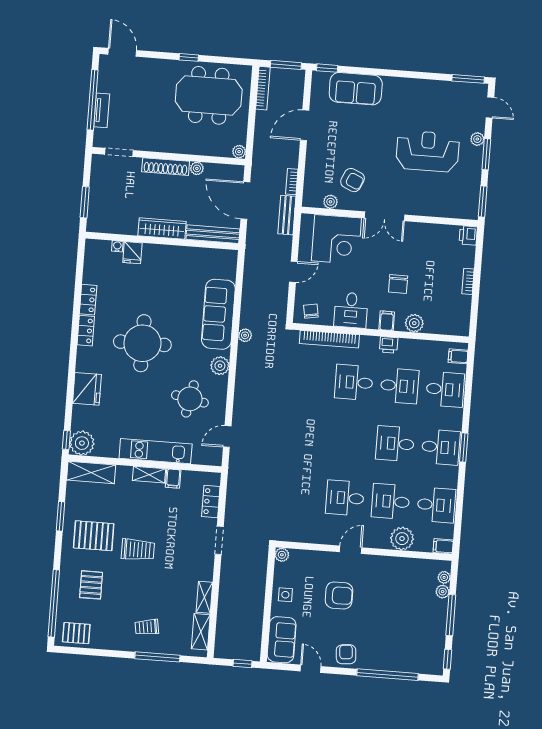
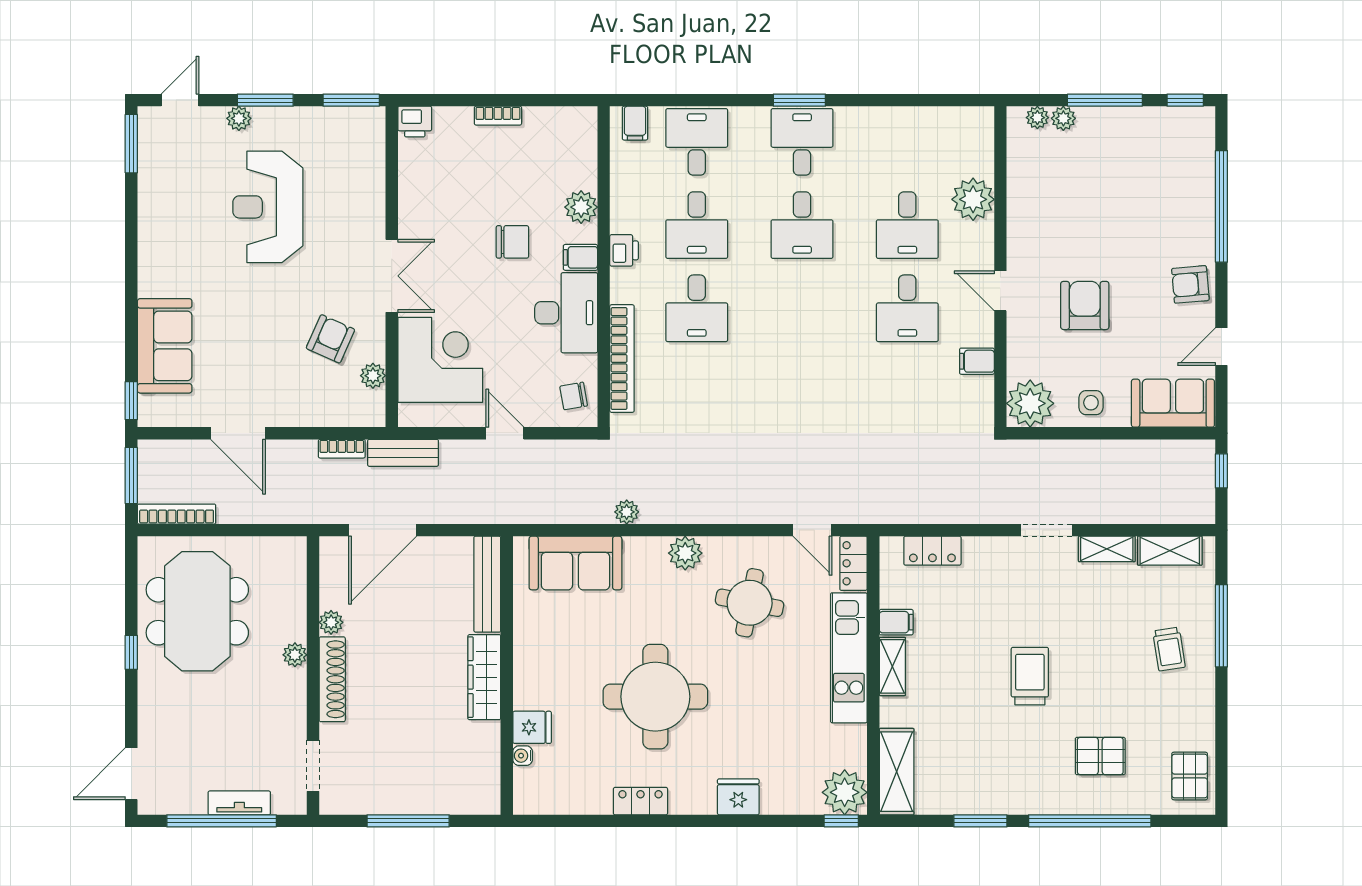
plant: (239, 152) -> (295, 655), moved
window: (85, 202) -> (408, 821), width x1.44
wardrobe: (162, 229) -> (484, 677), moved
bench: (213, 234) -> (487, 584), moved
wall: (162, 241) -> (507, 675), moved
water cooler: (117, 246) -> (523, 756), moved
fridge: (132, 253) -> (532, 727), moved
locker: (88, 300) -> (853, 563), moved, turned -90
desk: (351, 310) -> (566, 313), width x1.37
sofa: (218, 314) -> (575, 563), width x0.73
desk: (399, 386) -> (697, 225), turned 180
fridge: (87, 389) -> (738, 797), width x0.73, depth x0.75
desk: (436, 505) -> (907, 142), removed
pallet: (94, 536) -> (1011, 758), removed
doorway: (219, 540) -> (1046, 530), moved
filing cabinet: (443, 546) -> (977, 361), moved, turned 90
plant: (282, 555) -> (1030, 403), width x1.87, depth x1.87
window: (54, 603) -> (1090, 821), moved

